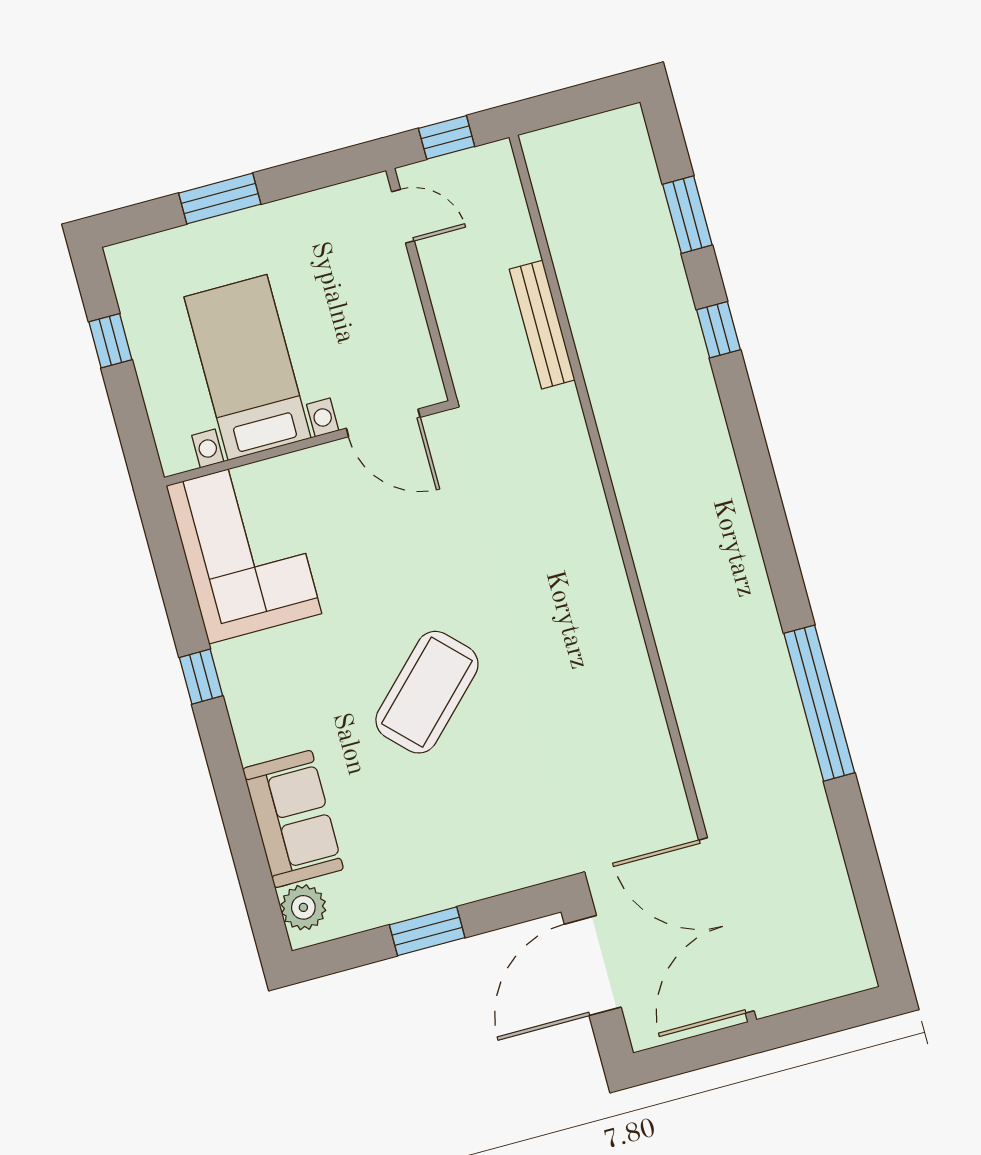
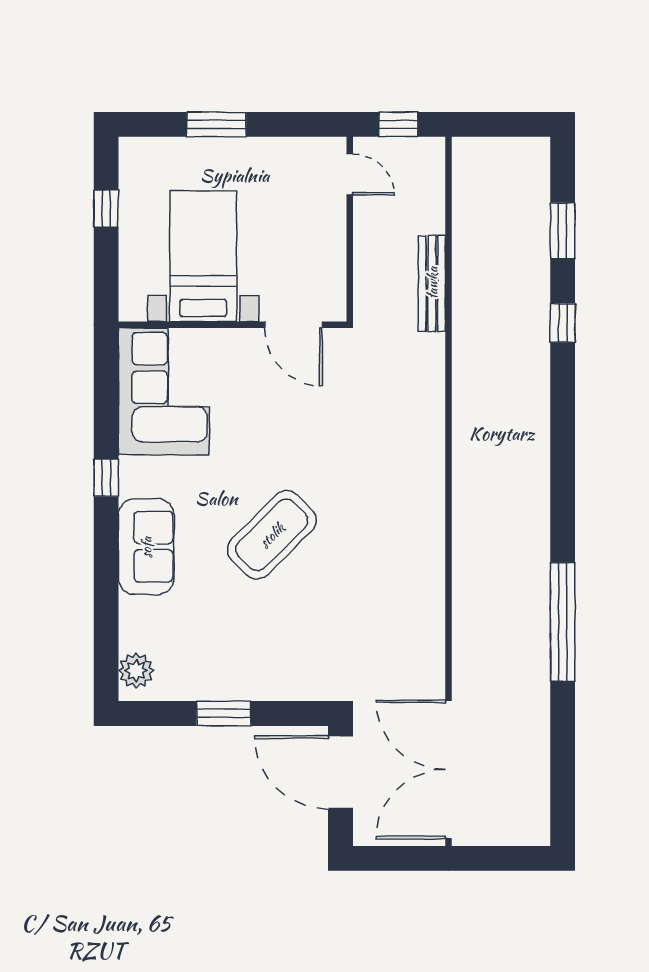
sofa: (293, 819) -> (146, 547), moved
door: (593, 966) -> (341, 772), hinge flipped

